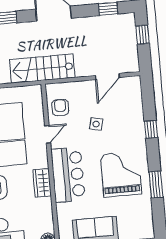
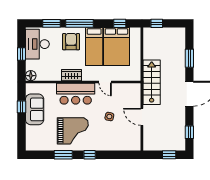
door: (107, 77) -> (142, 117), moved
armchair: (60, 108) -> (123, 93), removed
window: (151, 129) -> (90, 155), moved

